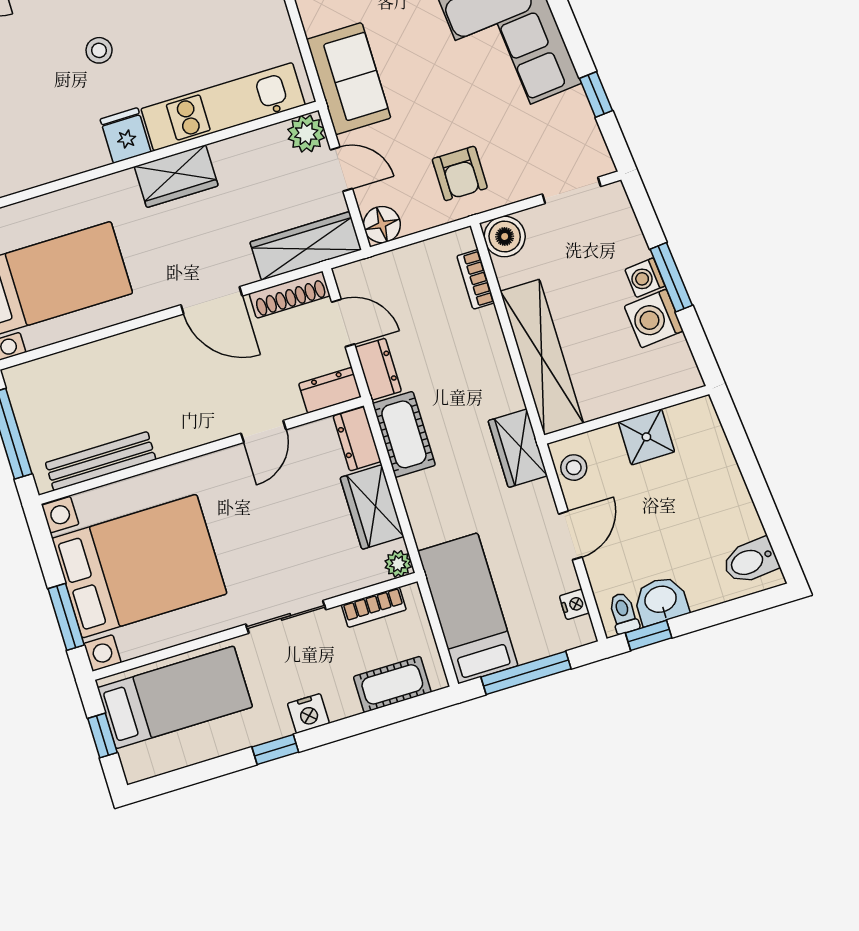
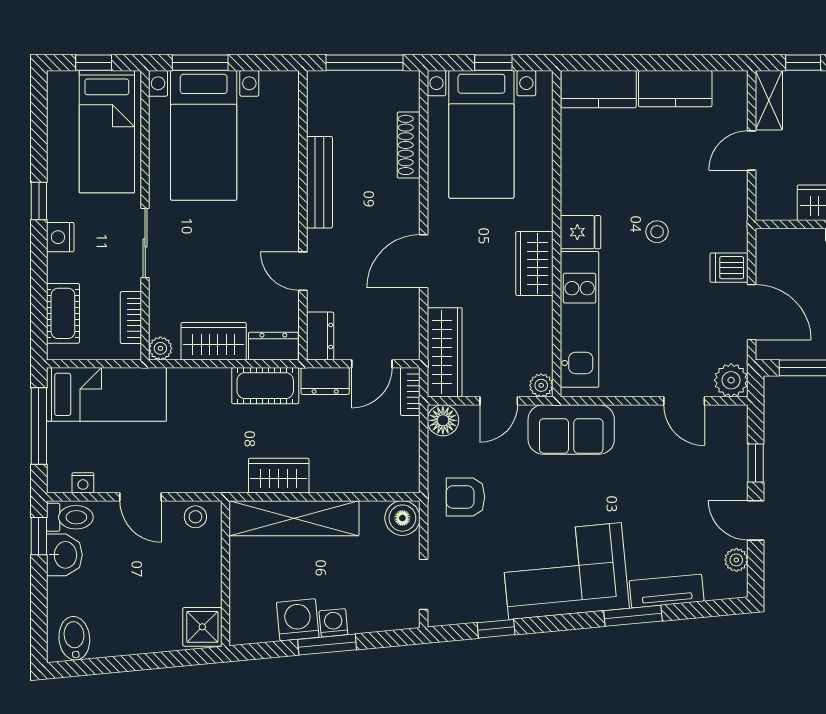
plant: (306, 134) -> (541, 385), width x0.73, depth x0.73
bookcase: (476, 279) -> (410, 392), moved, turned -90
shoe rack: (290, 295) -> (409, 145), moved
shower: (646, 437) -> (202, 627), moved
wardrobe: (518, 448) -> (279, 476), moved
bench: (101, 461) -> (319, 182), moved
bed with nightstands: (139, 566) -> (204, 135), width x0.73
toilet: (624, 613) -> (70, 517), width x1.37, depth x1.39

